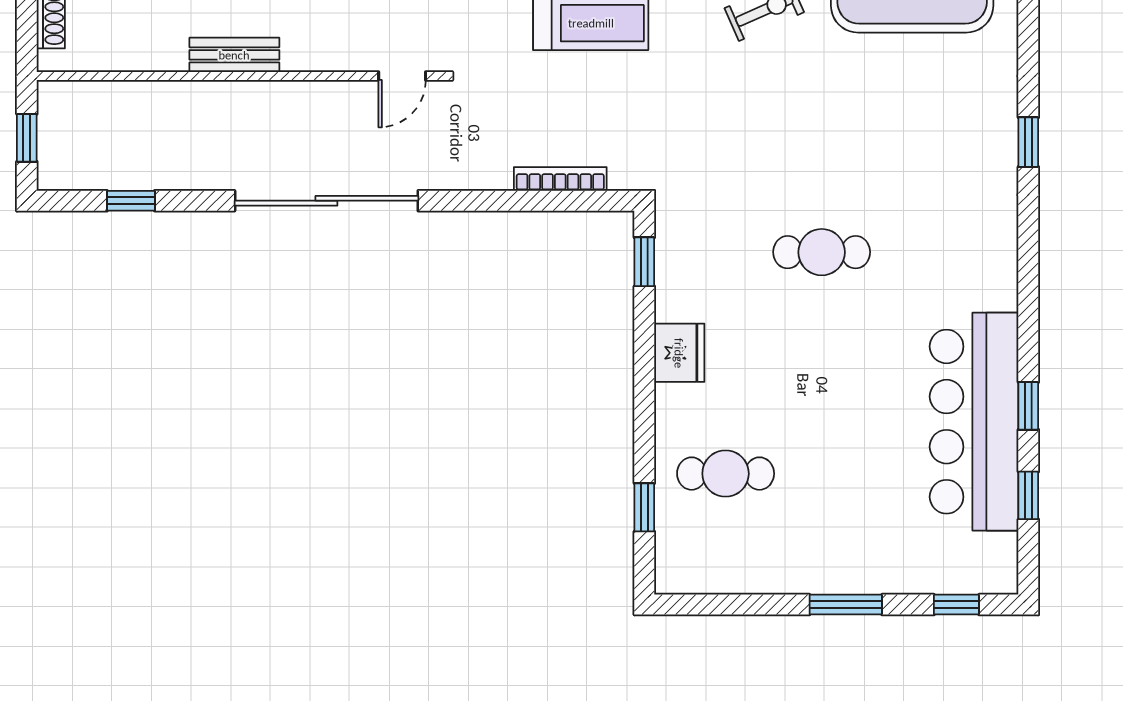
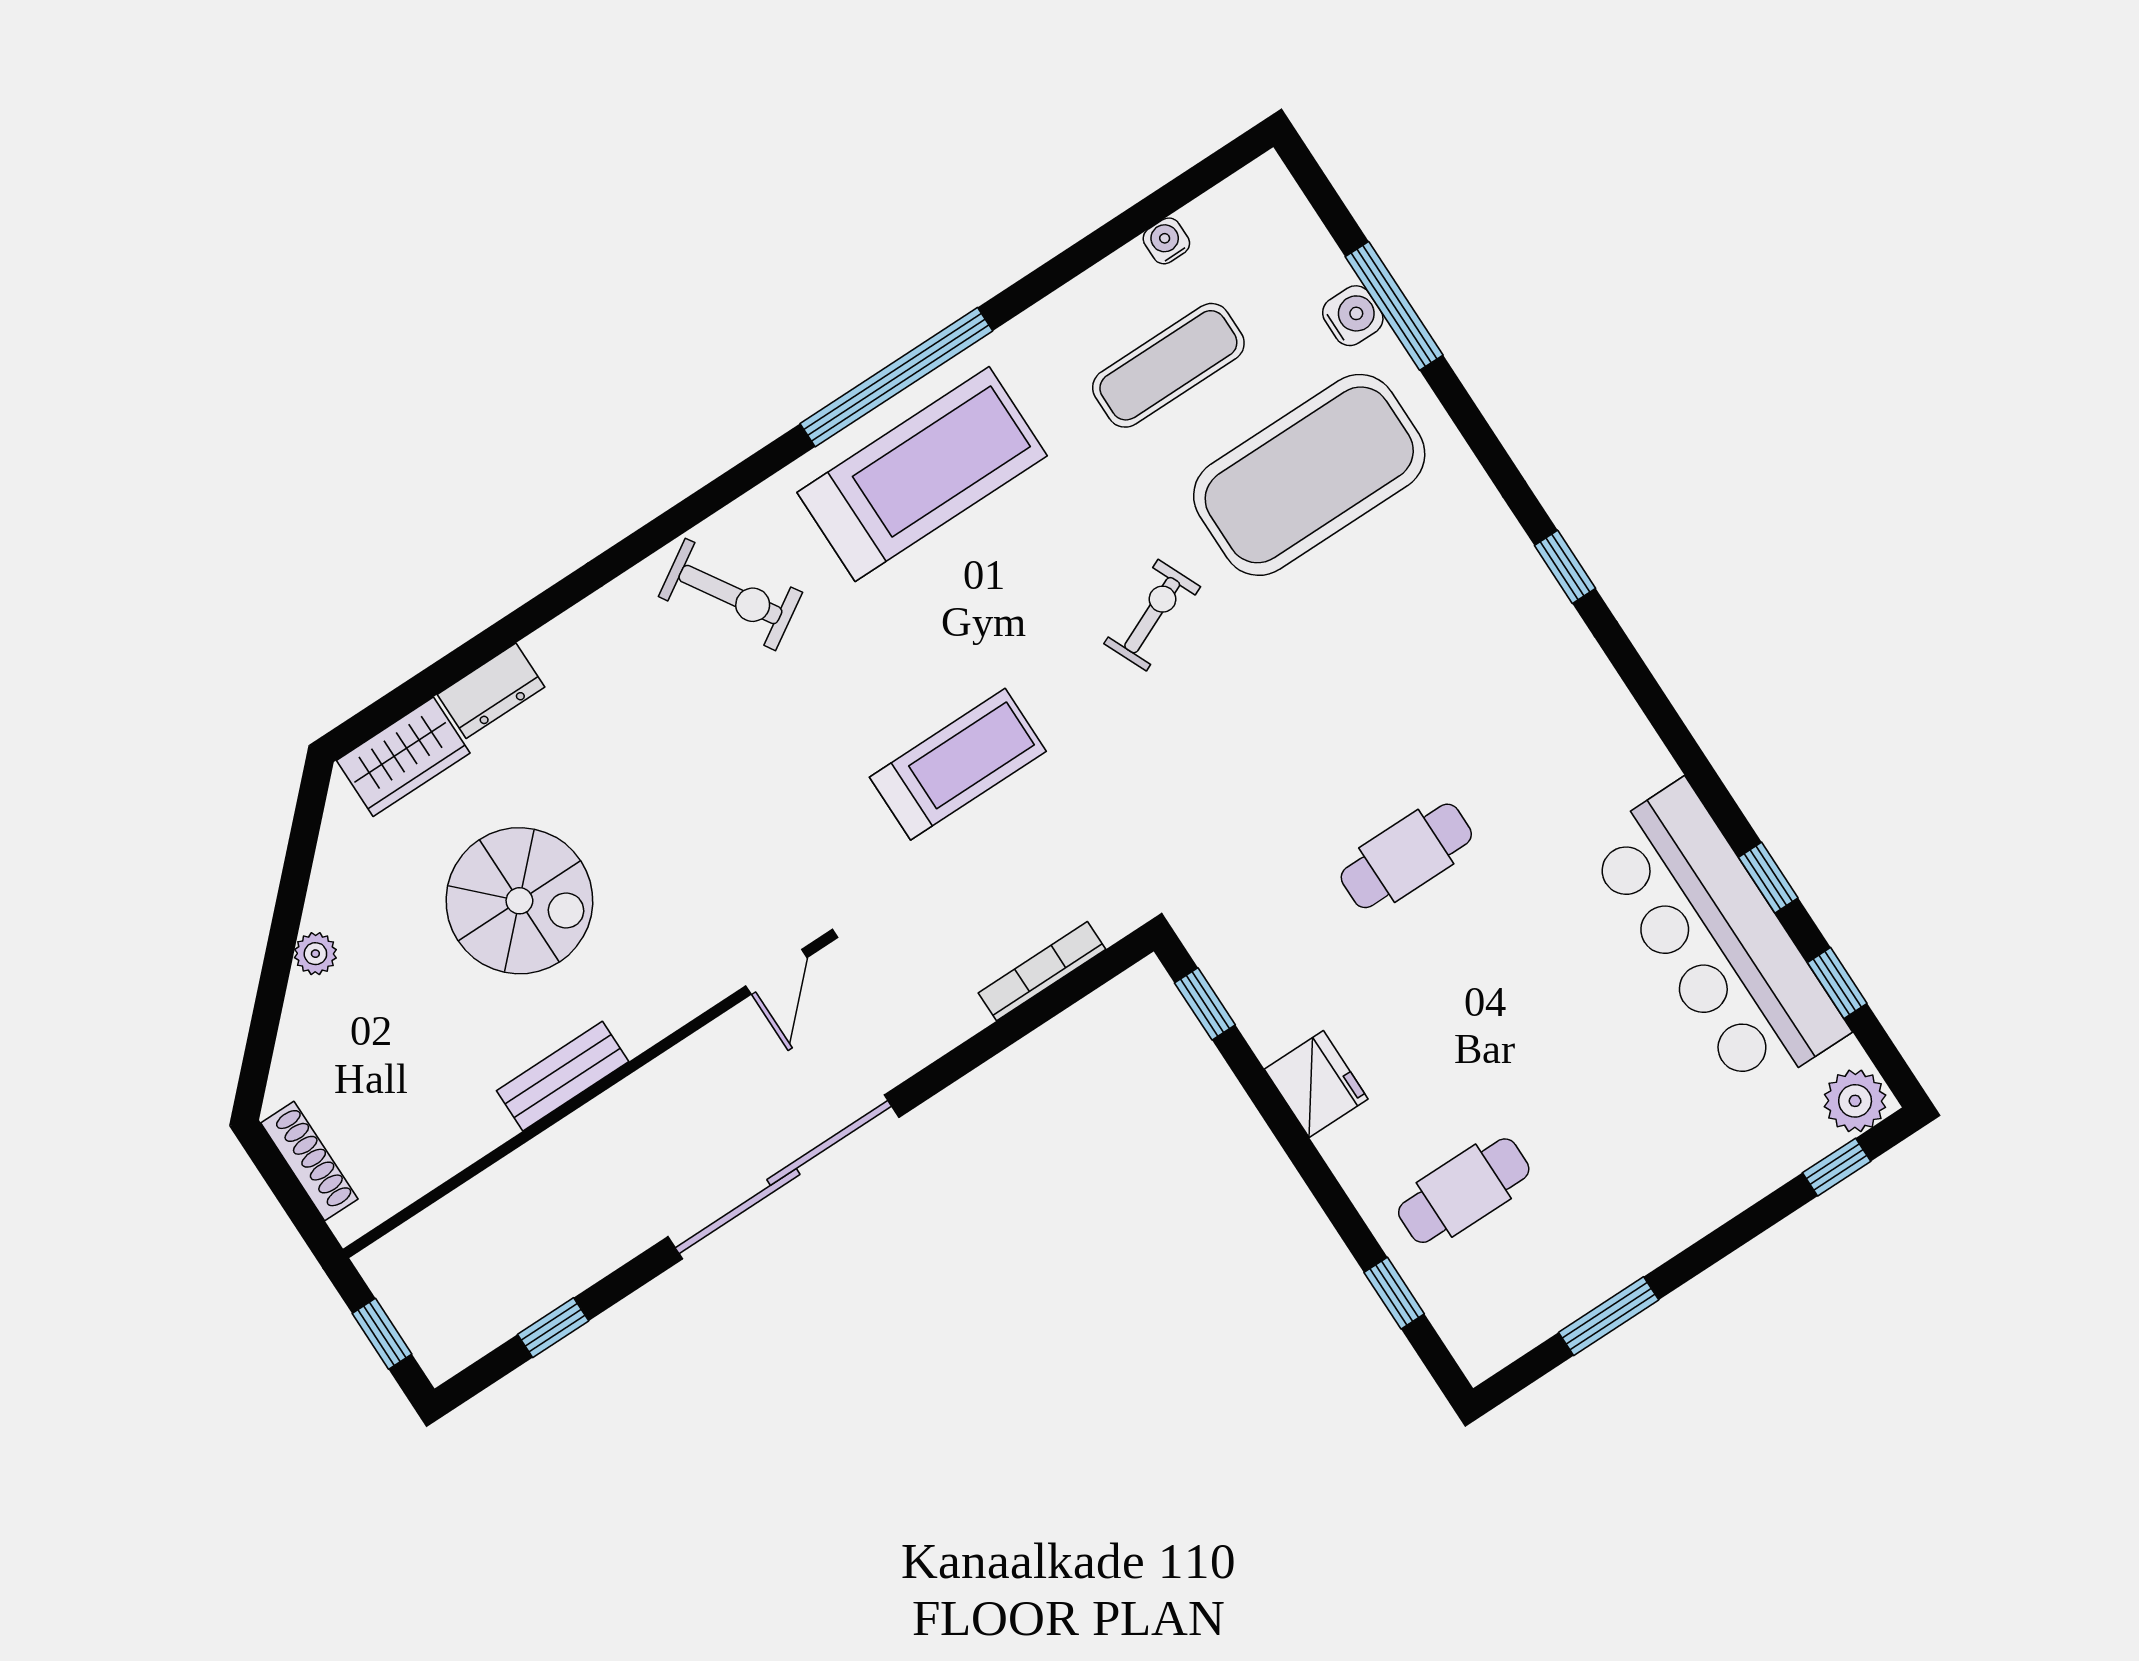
plant: (993, 572) -> (1855, 1101), added
window: (846, 605) -> (1609, 1316), moved

